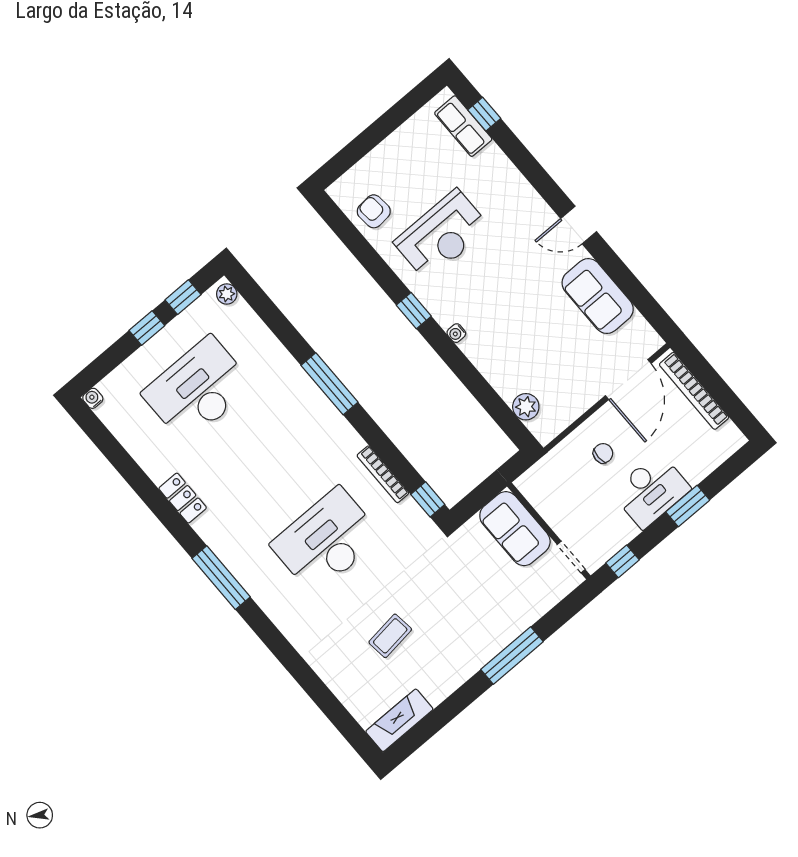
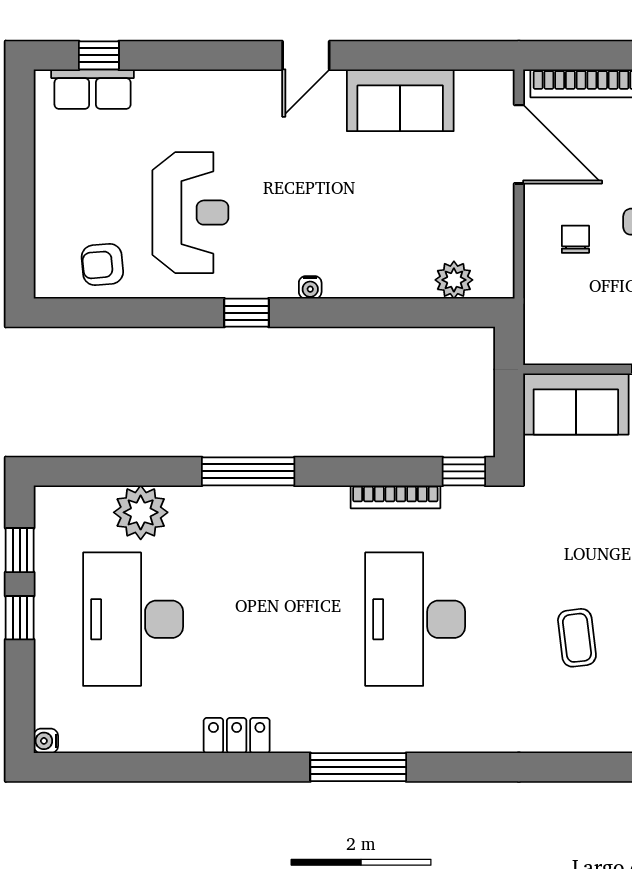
plant: (227, 294) -> (141, 512), moved, width x1.88, depth x1.88

